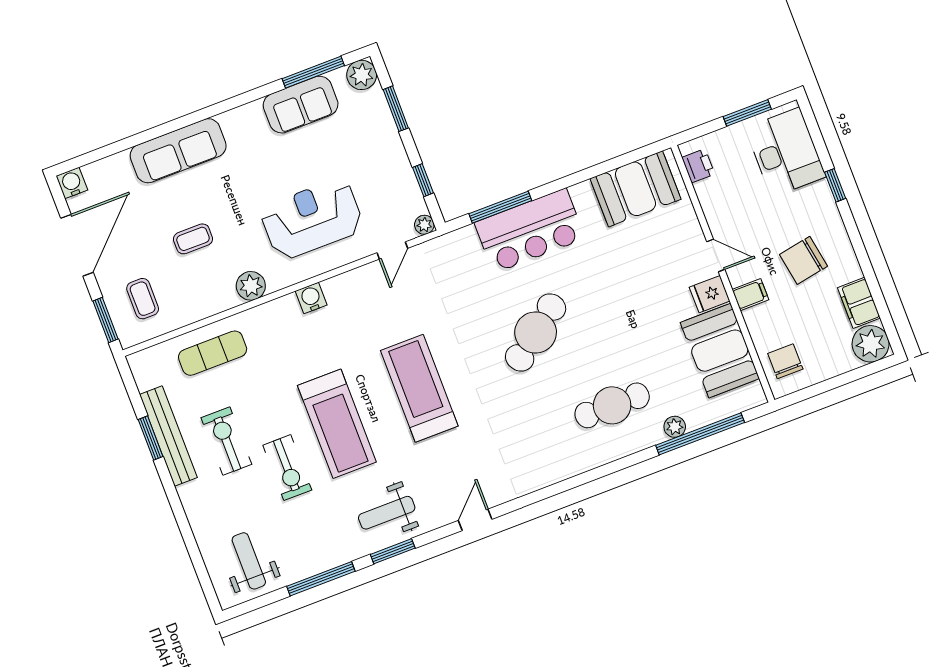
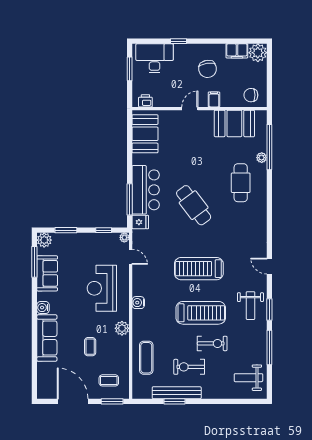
water cooler: (72, 183) -> (43, 308), moved
fridge: (710, 294) -> (140, 222), moved, turned -90

